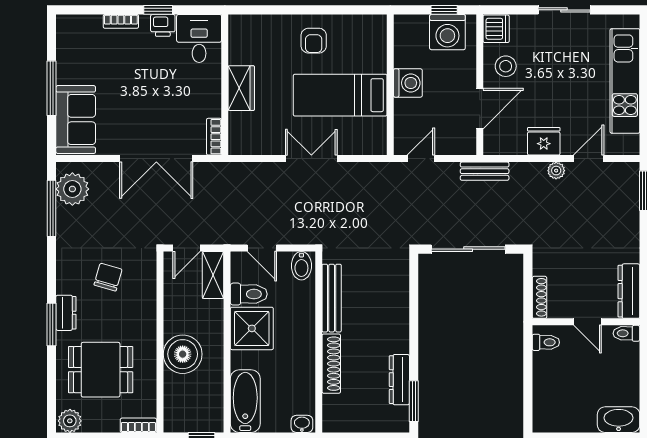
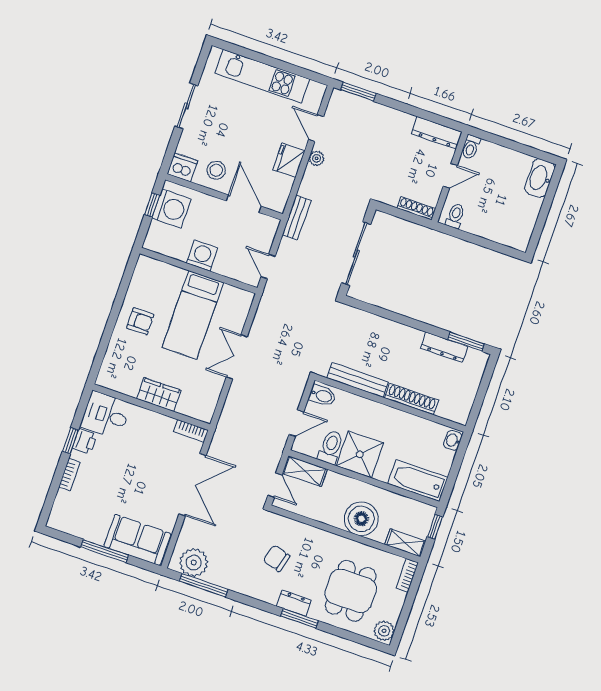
shelving: (173, 411) -> (405, 543), added

